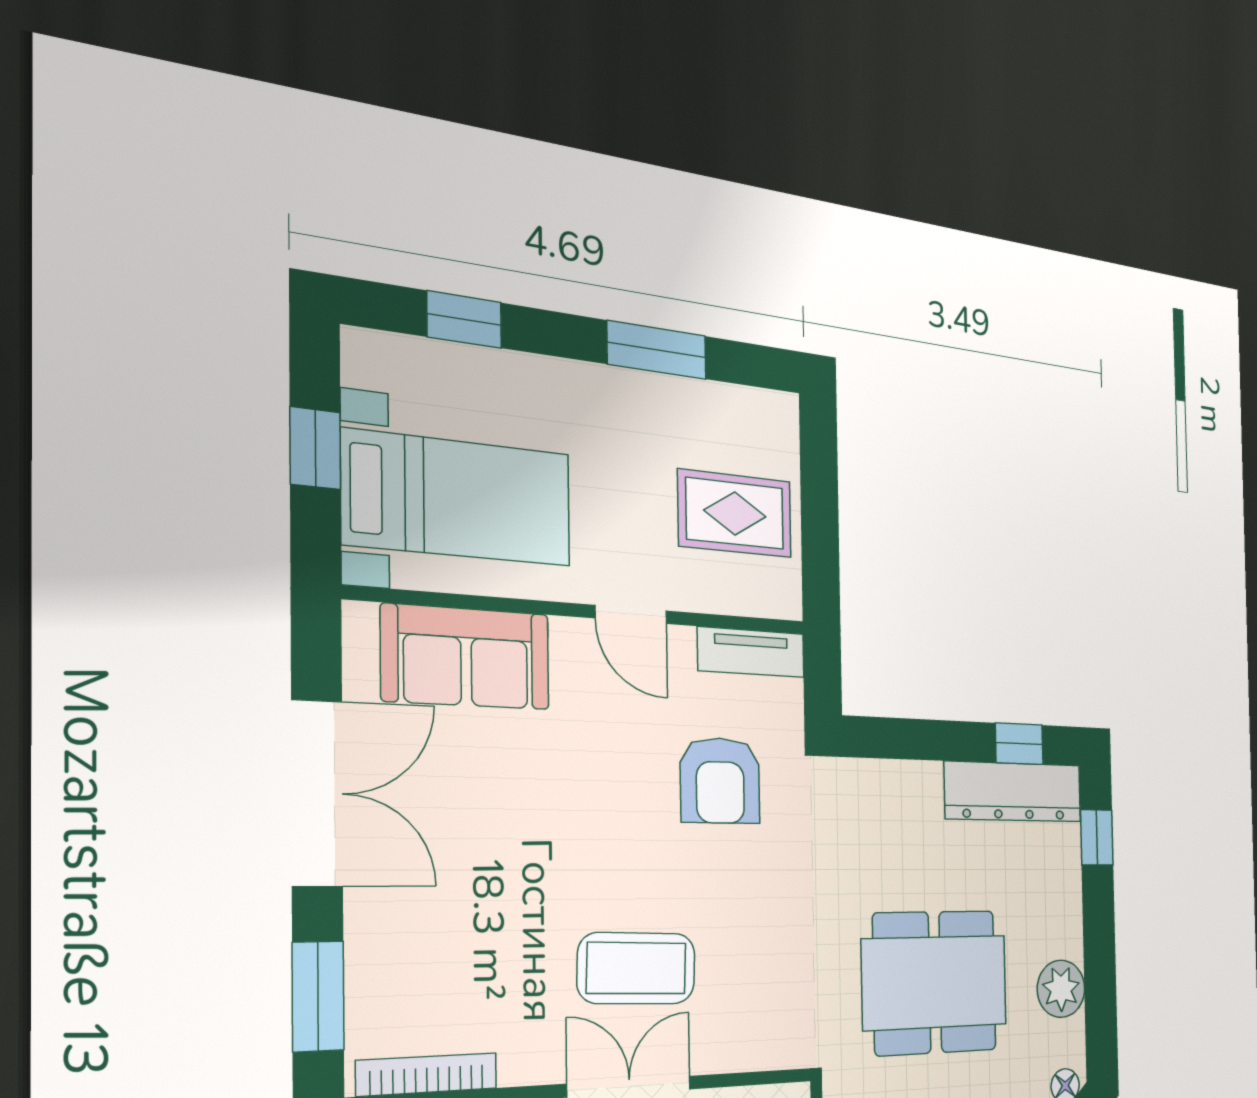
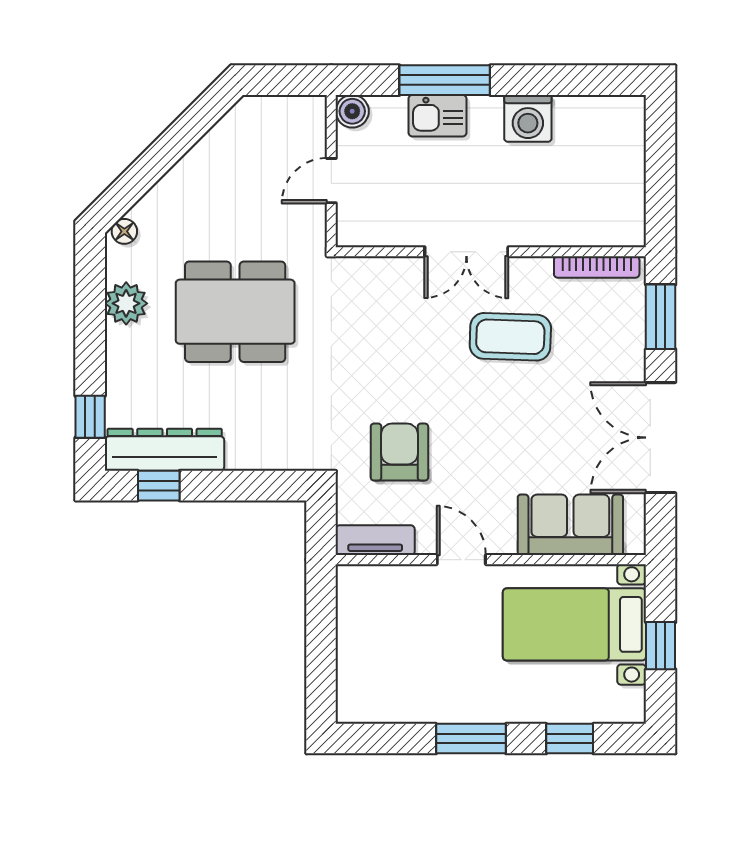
window: (657, 350) -> (471, 739), moved
rug: (735, 513) -> (386, 634), removed
coffee table: (637, 968) -> (510, 337), moved

